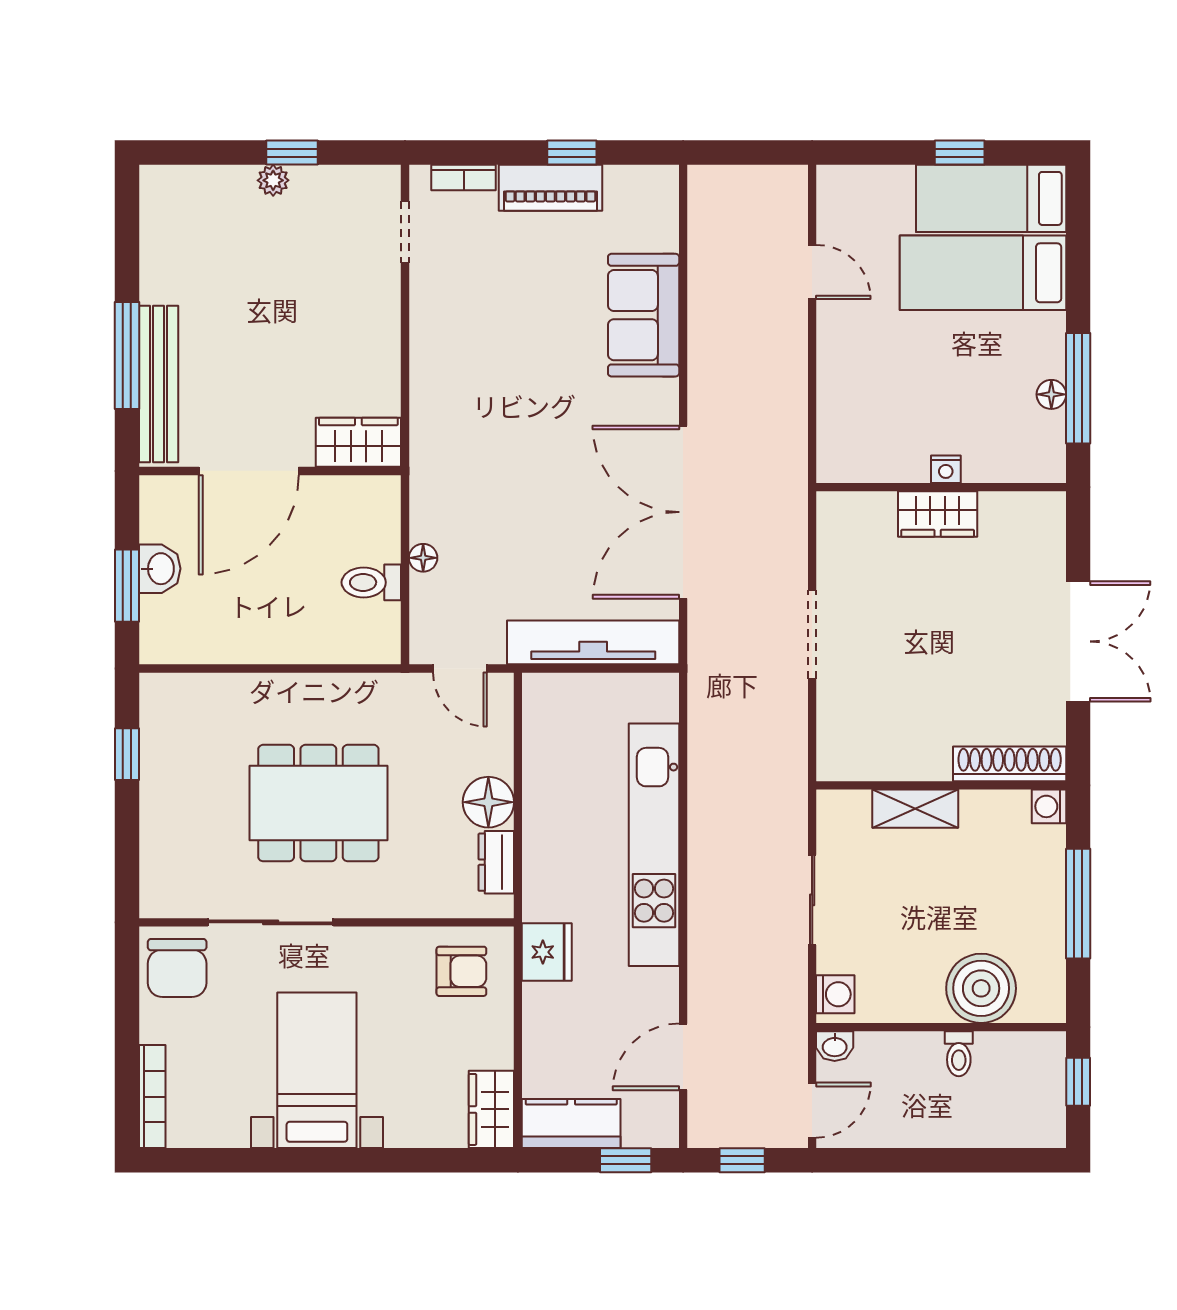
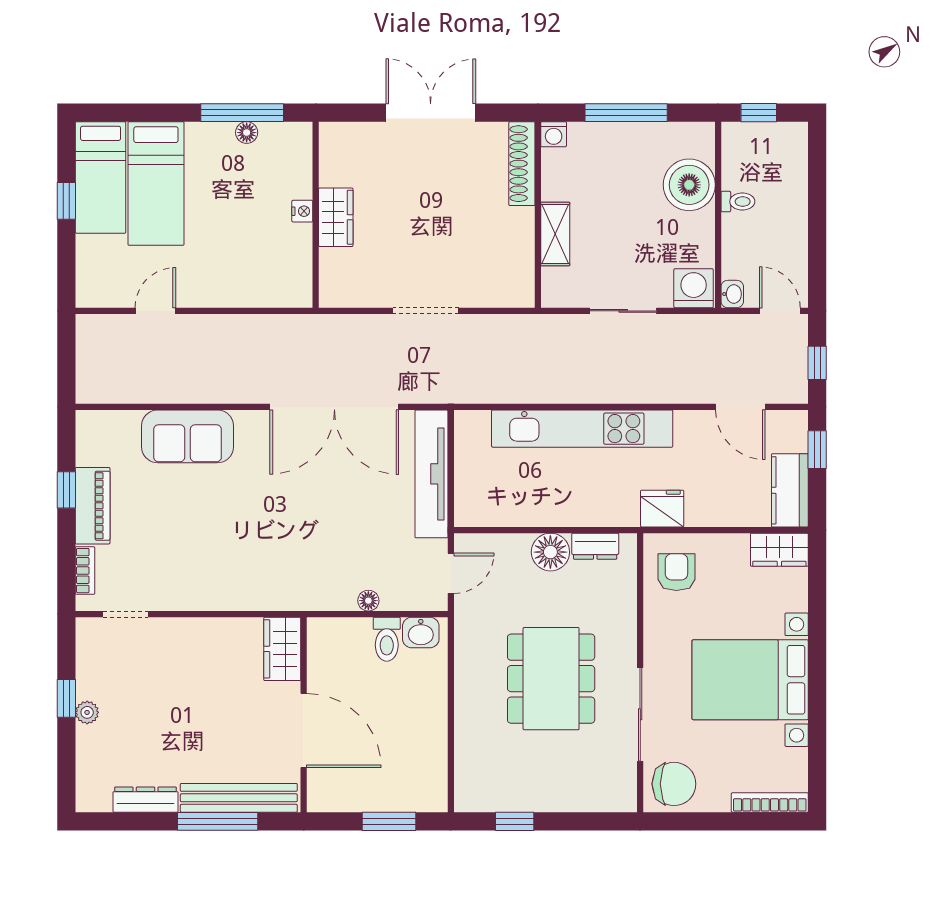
dresser: (156, 259) -> (145, 800), added
washbasin: (160, 569) -> (421, 633), moved, turned 180
washing machine: (835, 994) -> (694, 288), width x1.38, depth x1.38
bed with nightstands: (317, 1070) -> (750, 680), width x1.36

